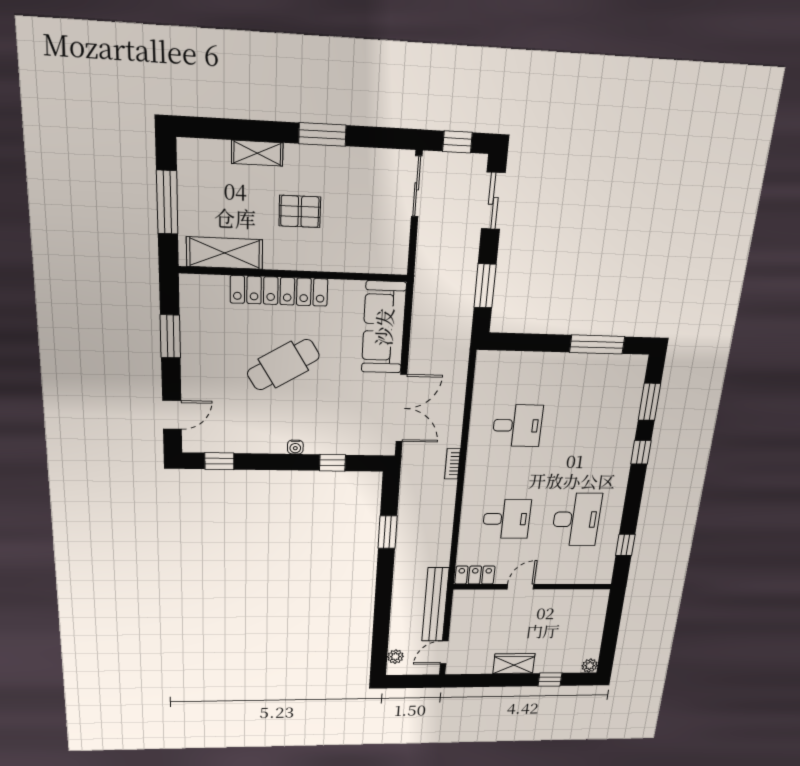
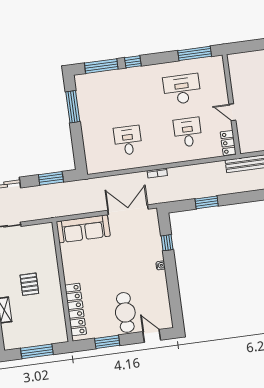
shelving: (225, 253) -> (58, 319), removed
locker: (279, 291) -> (76, 310), moved
cafe table: (283, 365) -> (125, 312), moved, turned 31
window: (649, 402) -> (101, 66), width x1.44
window: (219, 461) -> (176, 307), removed
window: (625, 545) -> (195, 53), width x2.17

